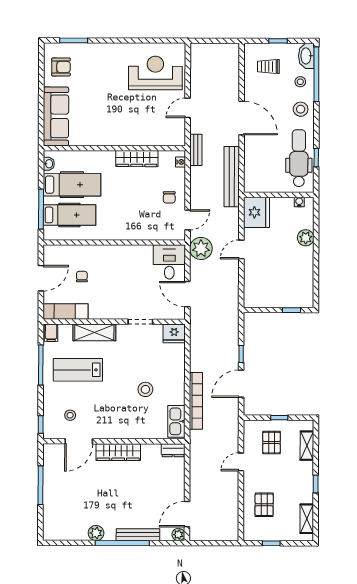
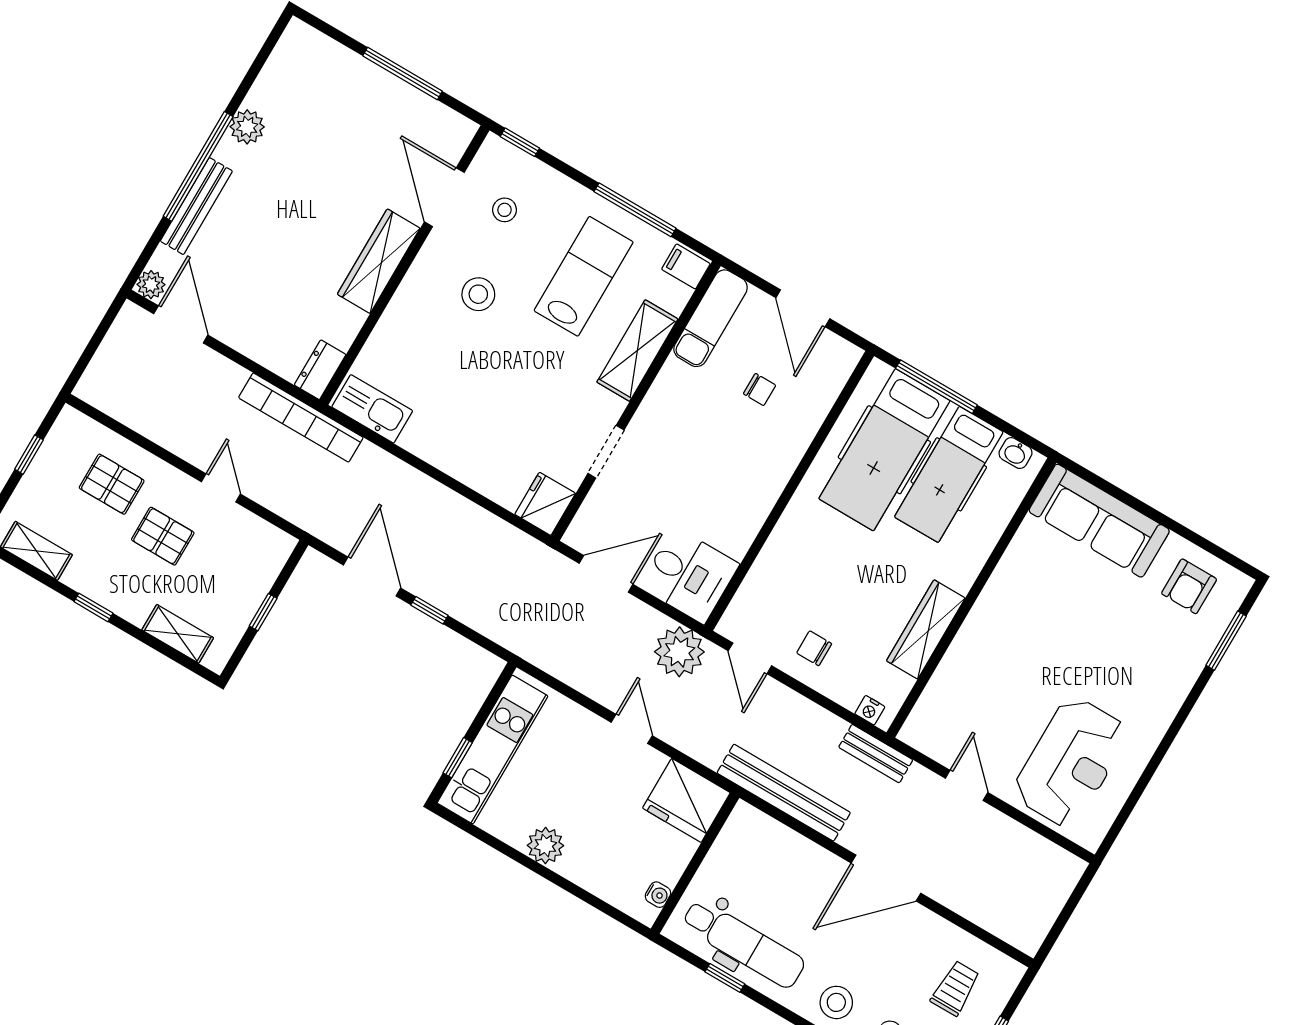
hospital bed: (69, 215) -> (884, 450), width x1.37, depth x1.29
plant: (306, 238) -> (545, 846), moved
kitchen unit: (281, 298) -> (493, 750), added
stool: (145, 389) -> (478, 294), moved
bookcase: (196, 401) -> (301, 418), moved
pallet: (272, 443) -> (163, 536), moved

